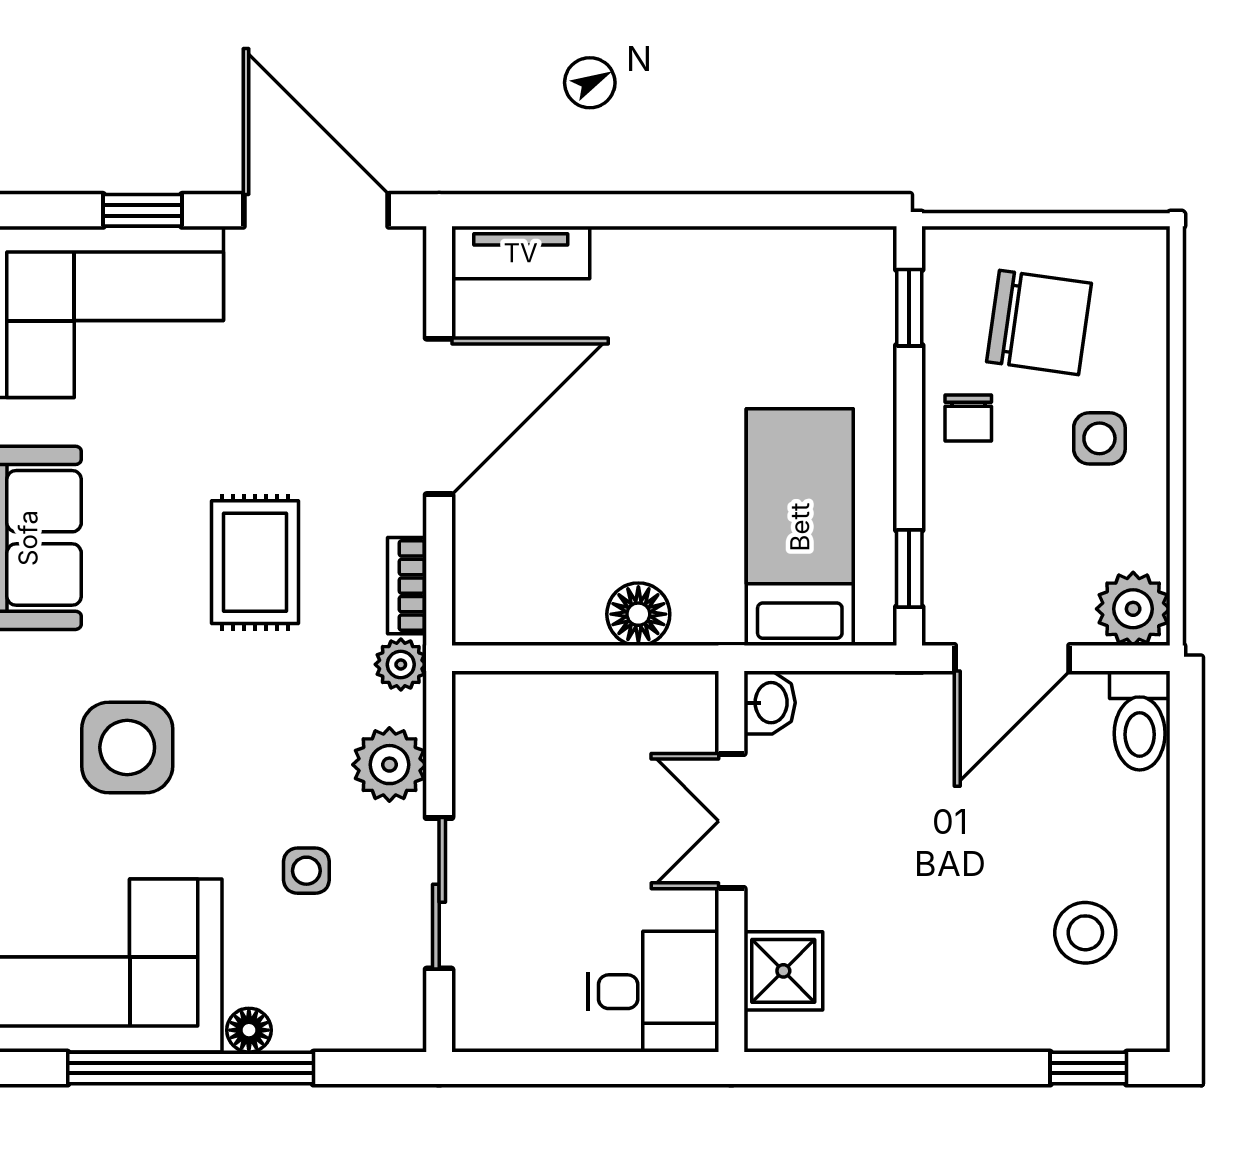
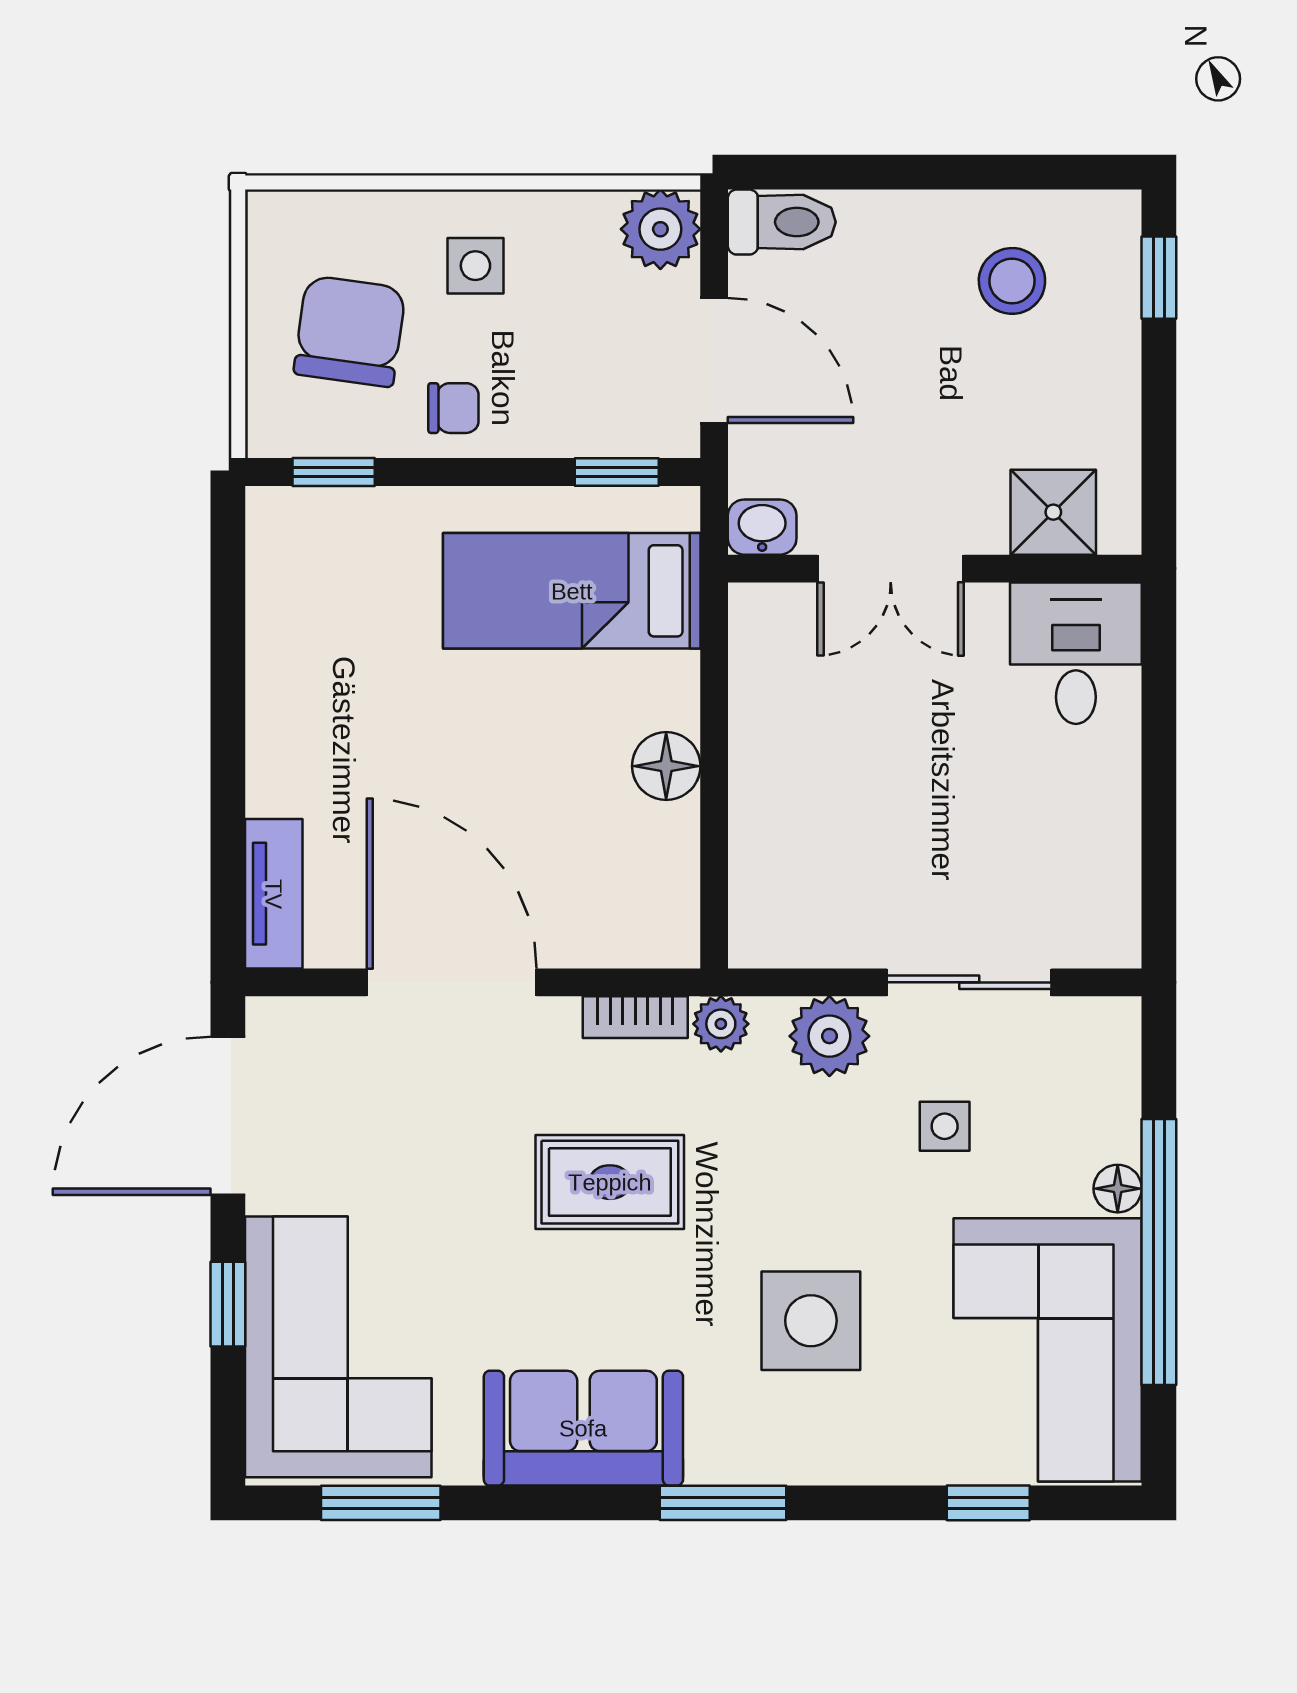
washbasin: (770, 703) -> (762, 527), moved
double door: (731, 821) -> (891, 569), moved
wall: (731, 862) -> (935, 569), moved
shower: (783, 971) -> (1053, 512), moved
desk: (653, 992) -> (1076, 653), moved

